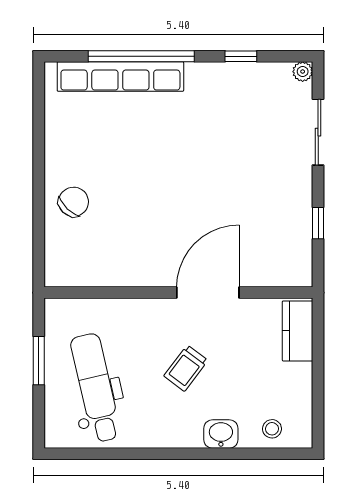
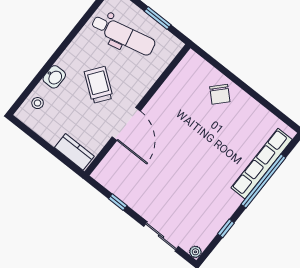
trolley: (186, 368) -> (99, 85), width x1.36, depth x1.39

